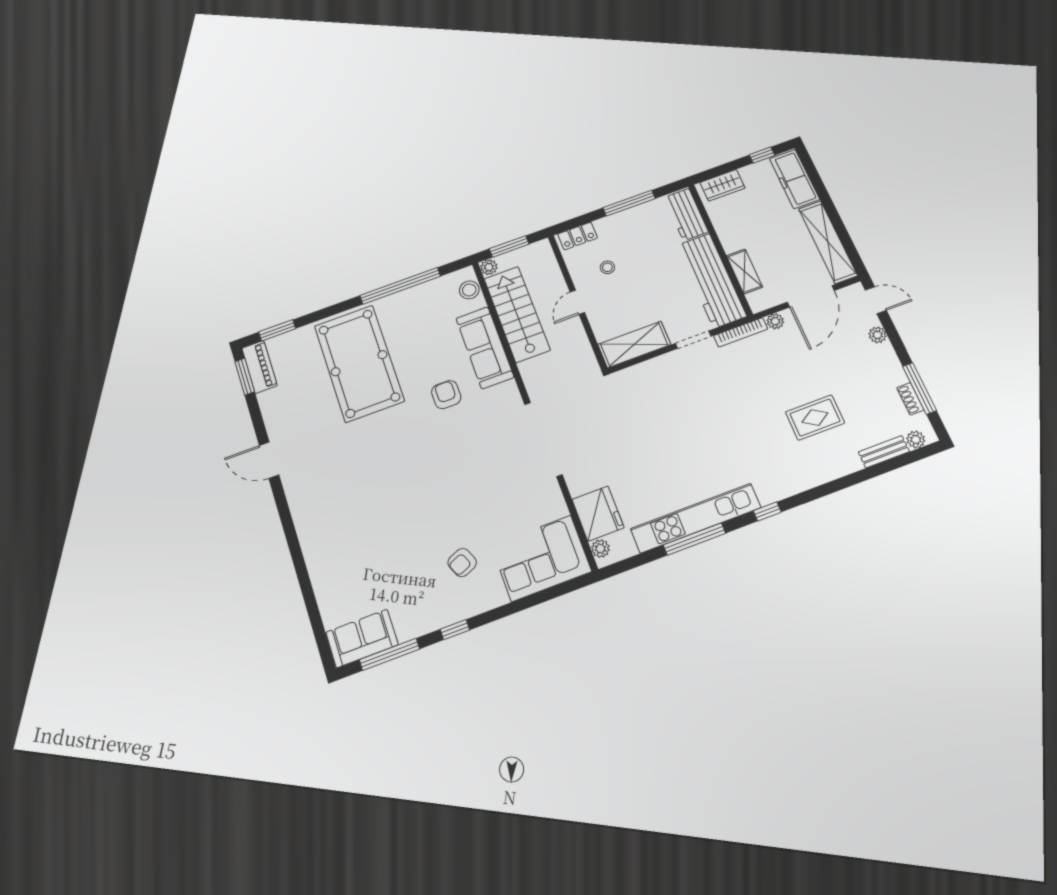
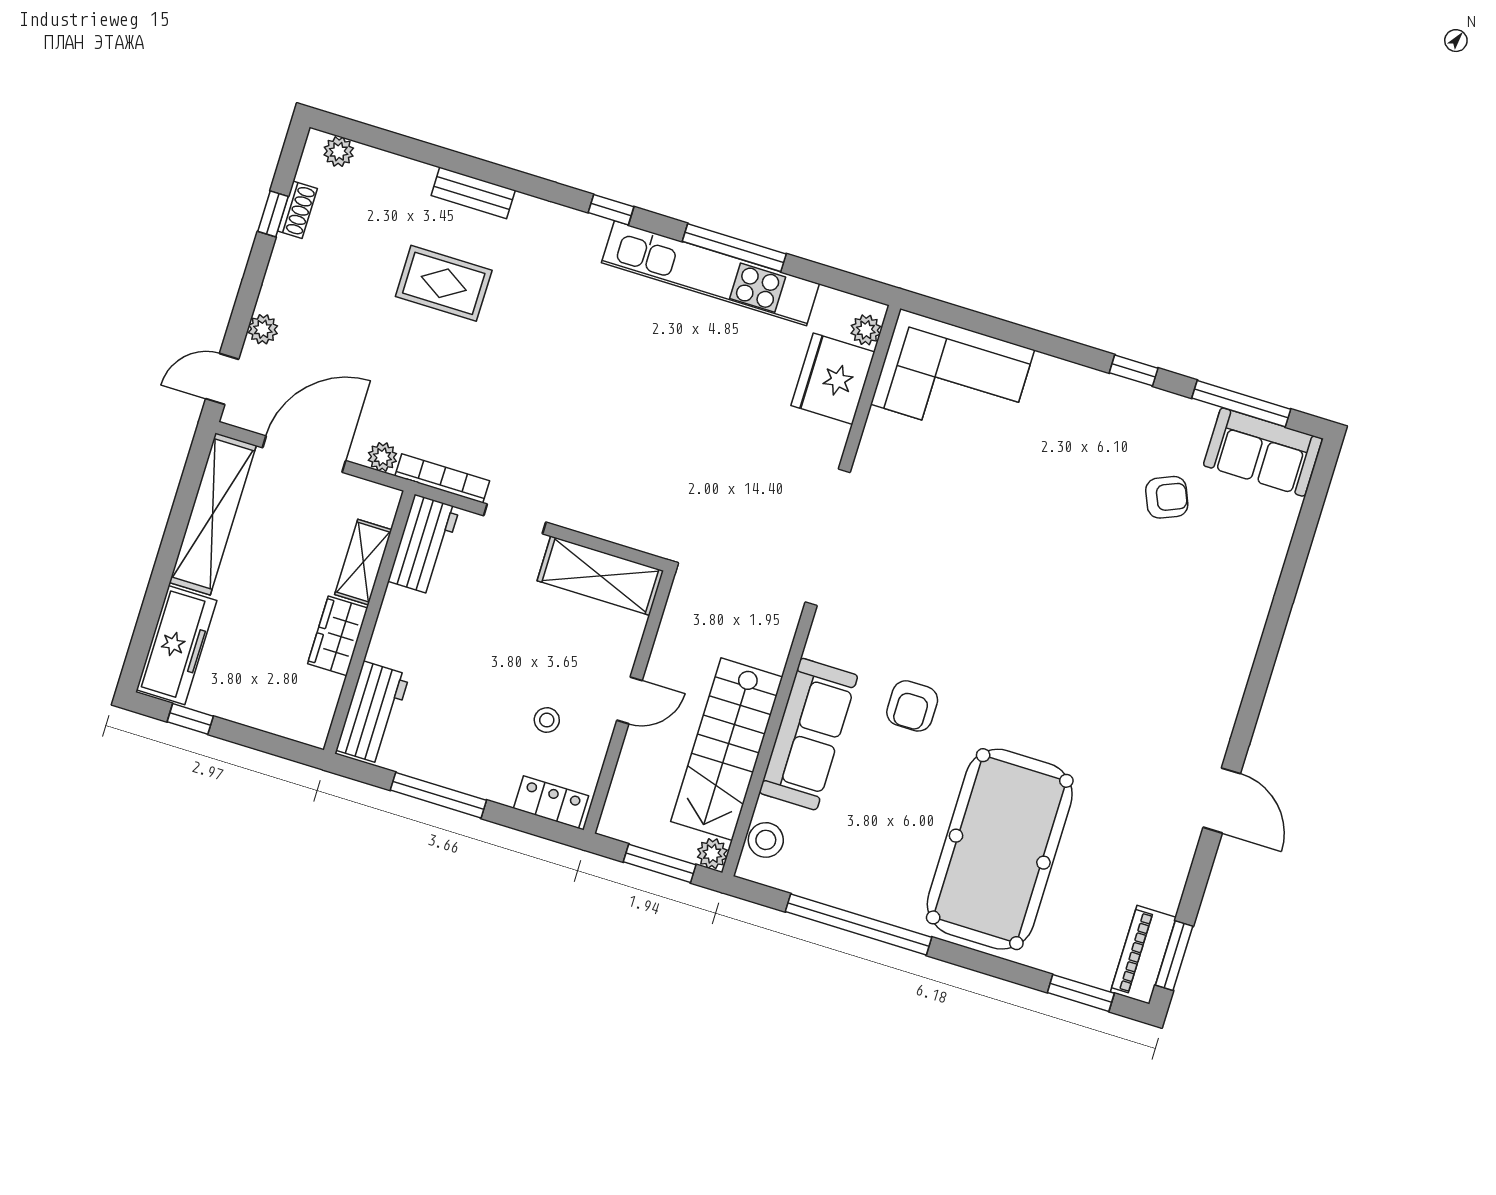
wardrobe: (723, 185) -> (338, 636), moved, turned -90
workbench: (712, 280) -> (424, 545), width x0.53, depth x0.76
door: (876, 300) -> (222, 379), hinge flipped
window: (920, 388) -> (273, 214), width x0.46
bench: (884, 452) -> (473, 193), moved
armchair: (462, 563) -> (1167, 497), moved

